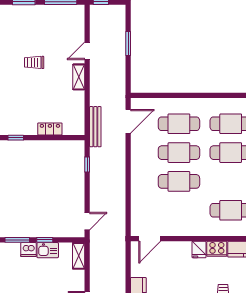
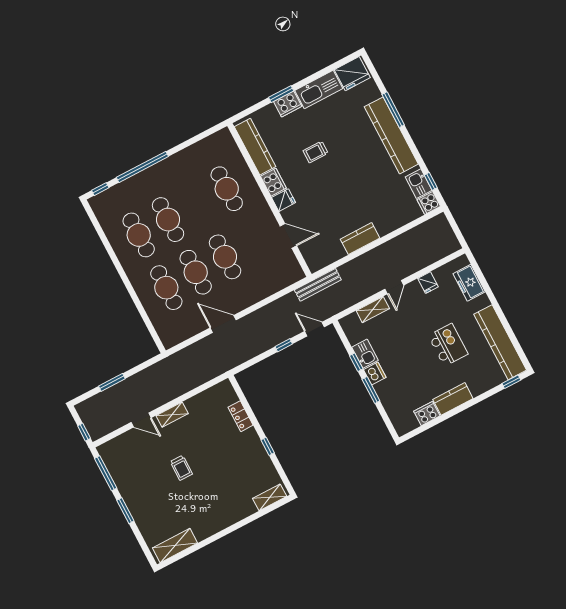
door: (128, 121) -> (223, 324), moved
bench: (95, 127) -> (318, 285), moved
window: (87, 164) -> (284, 345), moved
door: (150, 239) -> (288, 236), moved
shelving: (79, 256) -> (373, 310), moved

